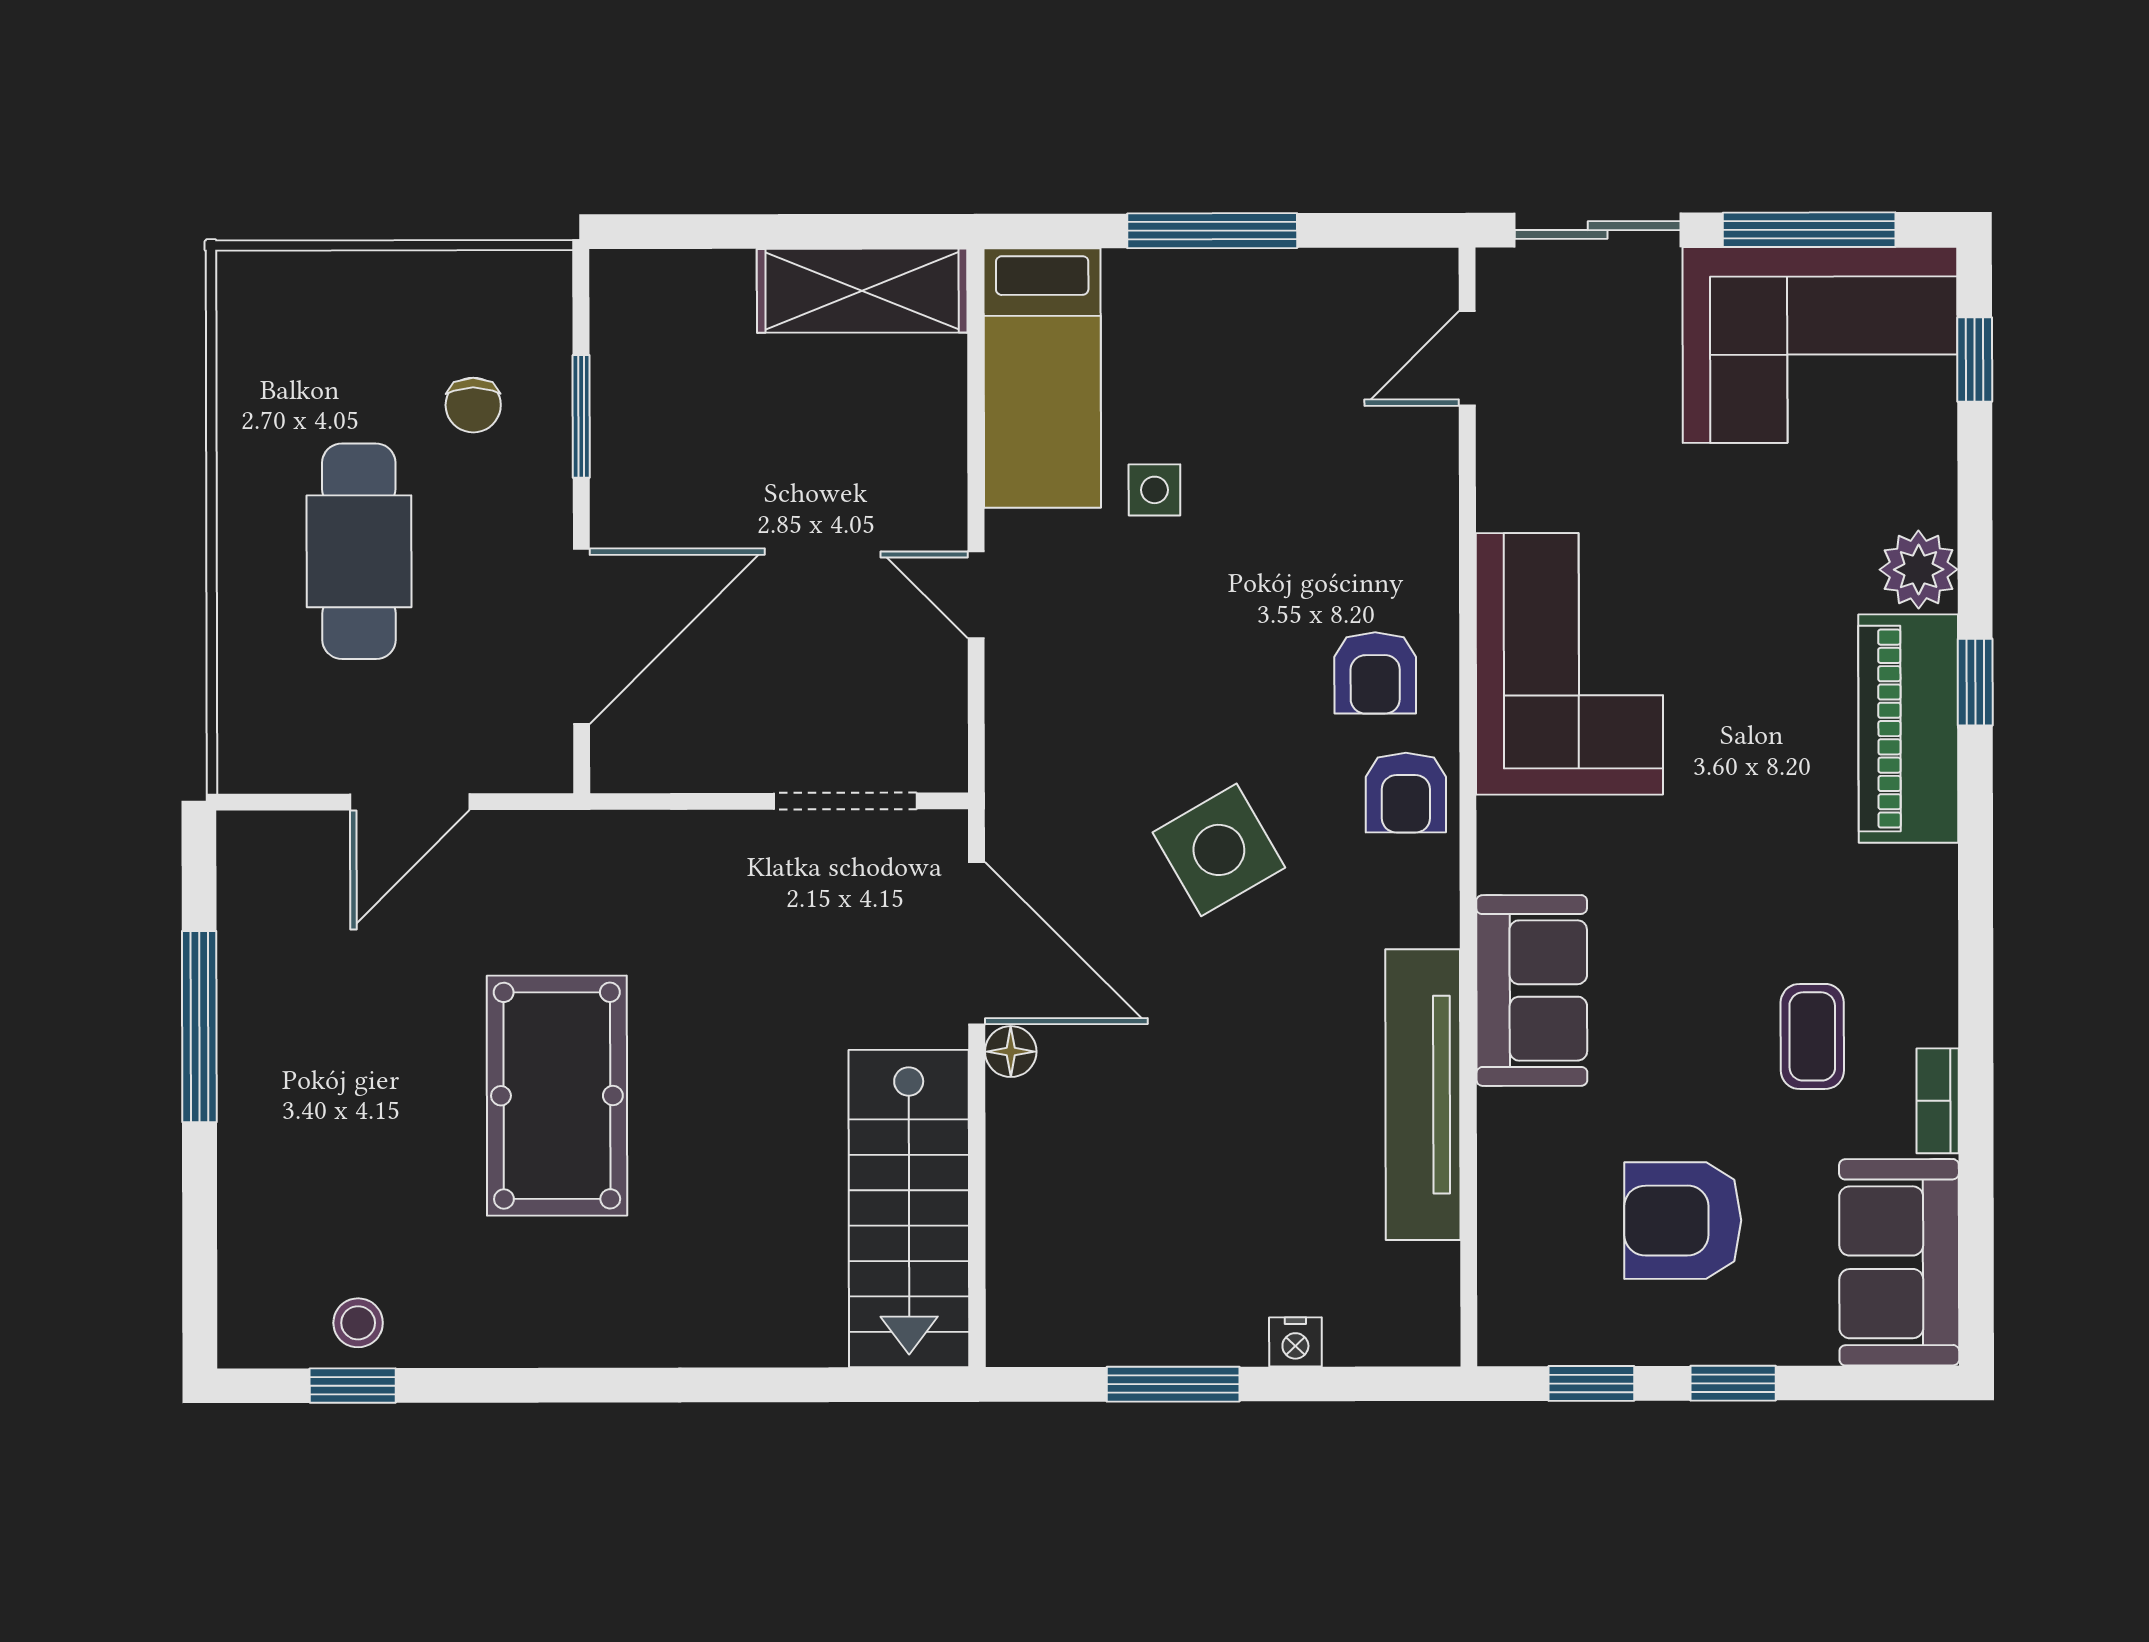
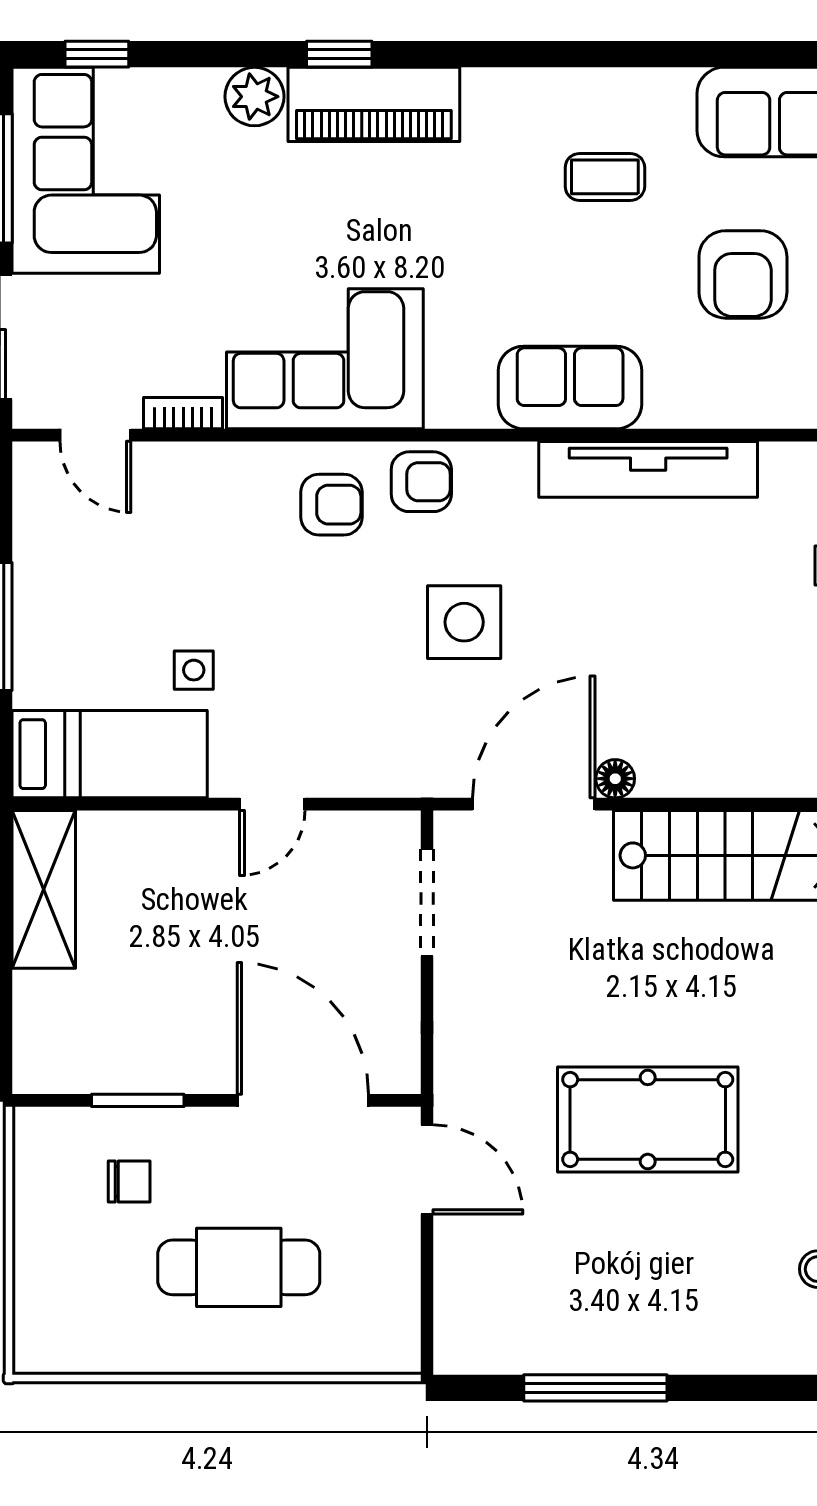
door: (410, 802) -> (427, 1169), moved
side table: (1219, 850) -> (464, 622), turned 30
bookcase: (1938, 1101) -> (183, 413), moved, turned 180

